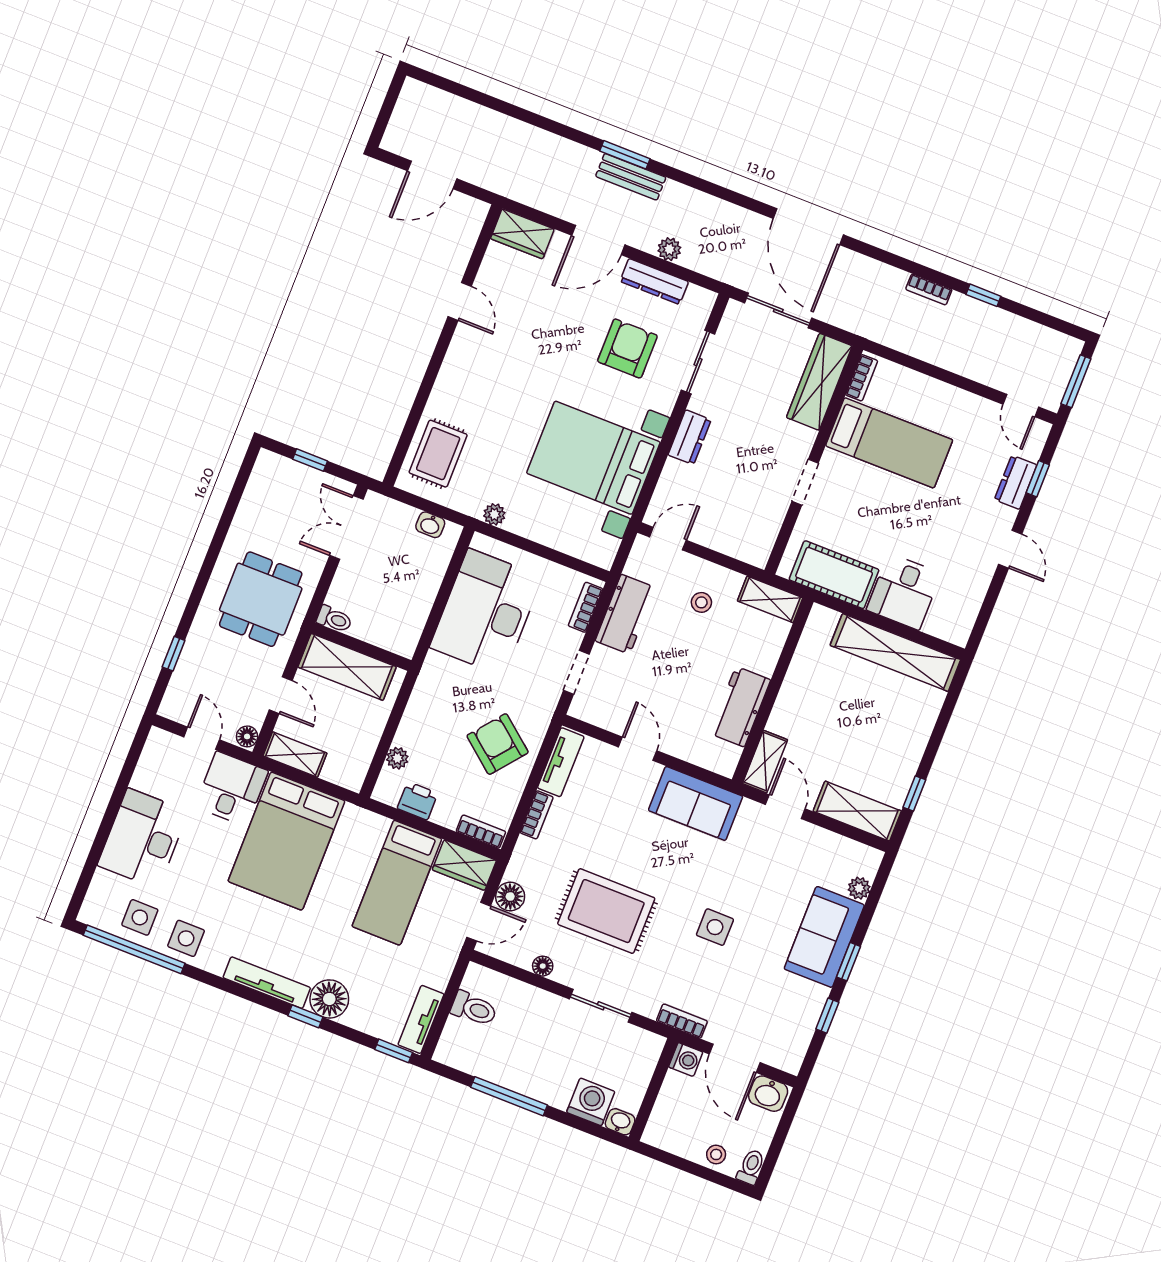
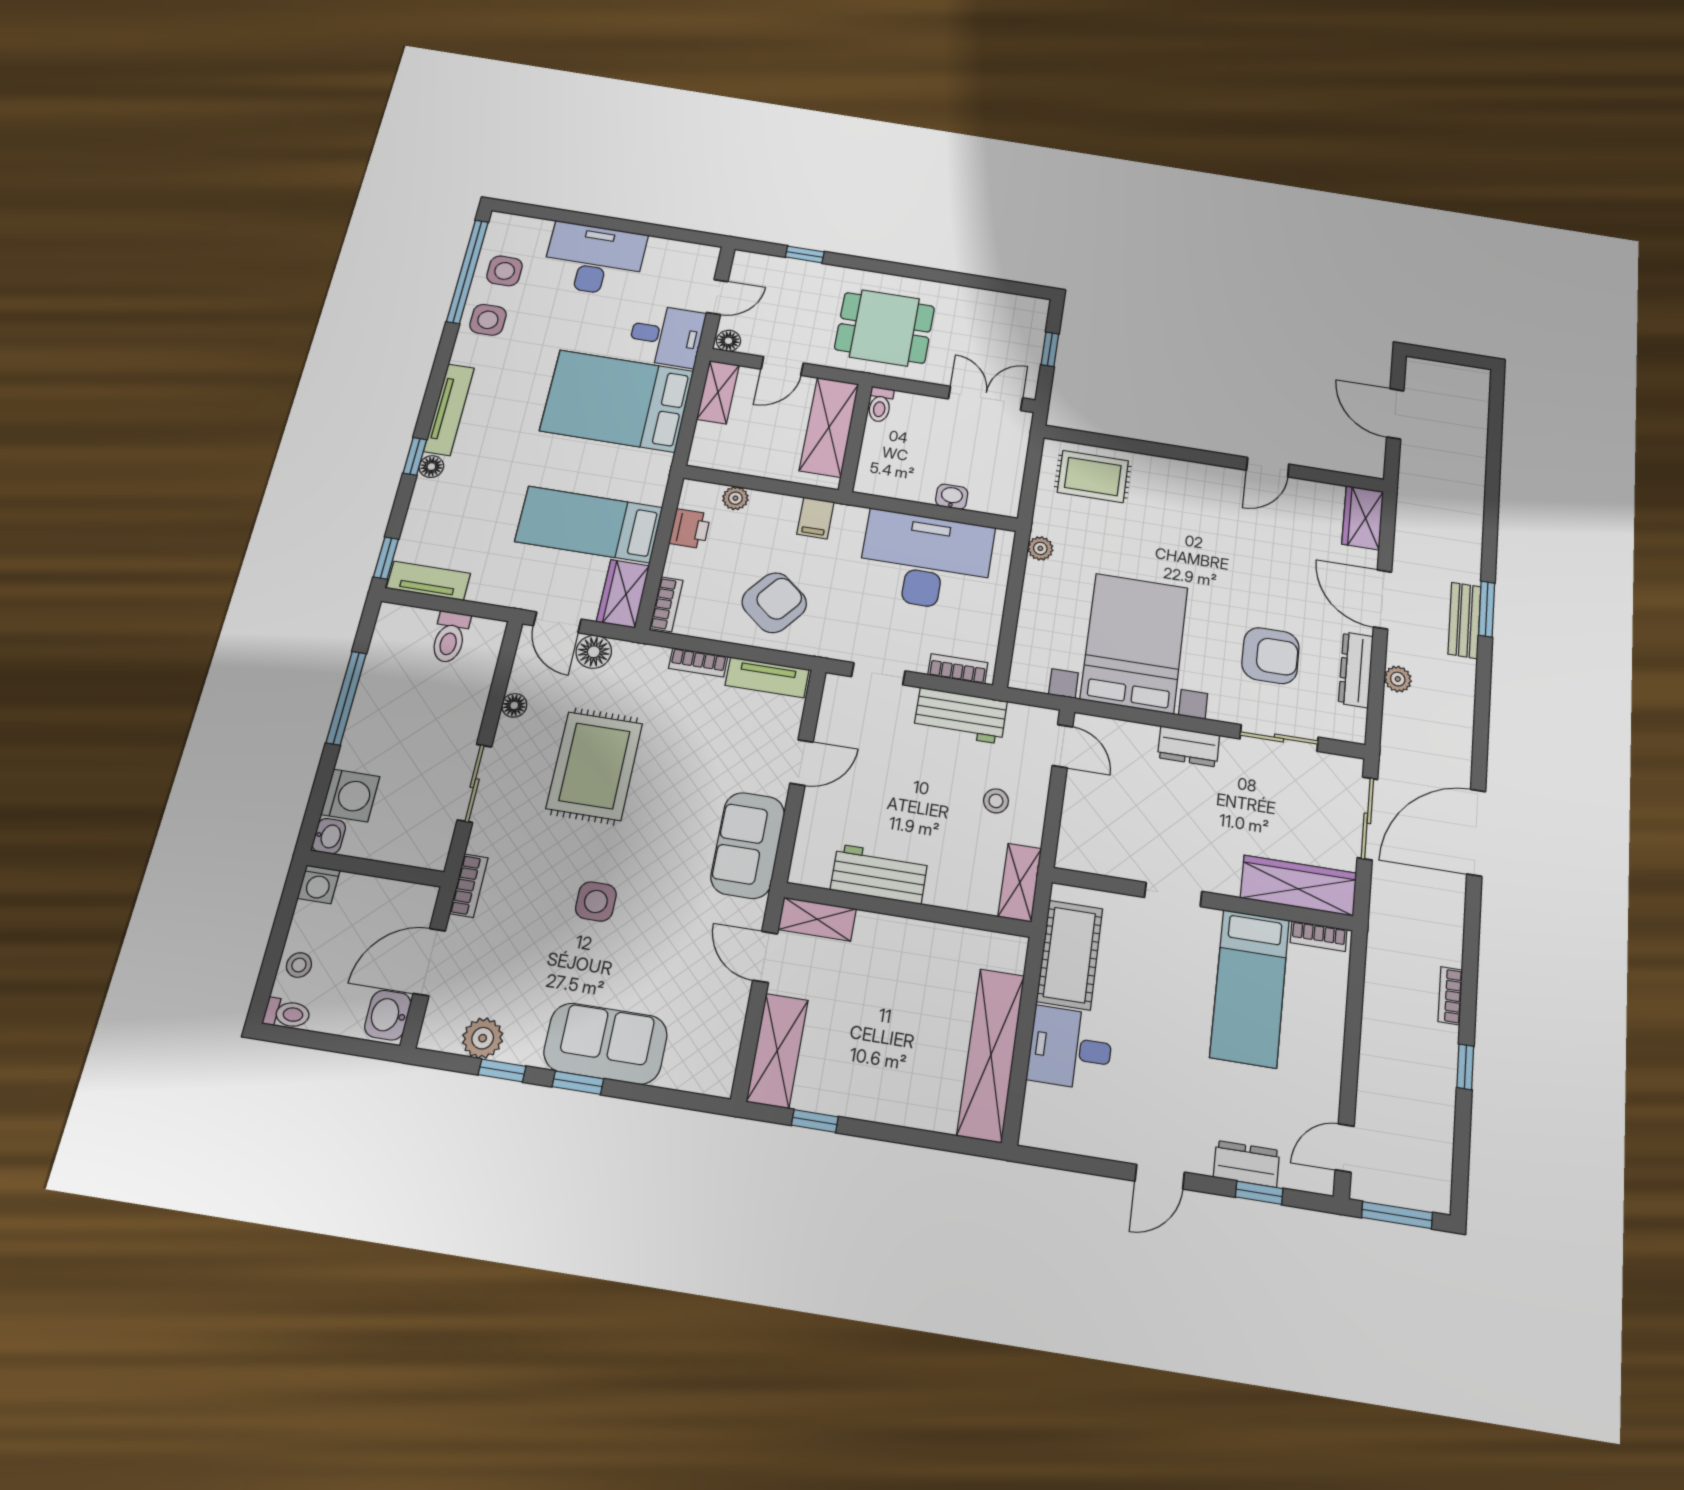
washbasin: (430, 525) -> (952, 497), moved, turned 90
filing cabinet: (429, 695) -> (815, 518), added
door: (785, 807) -> (765, 957), swing flipped
plant: (859, 888) -> (483, 1038), moved, width x1.38, depth x1.38
floor lamp: (329, 999) -> (431, 467), width x0.53, depth x0.53
washing machine: (686, 1060) -> (319, 884), moved

